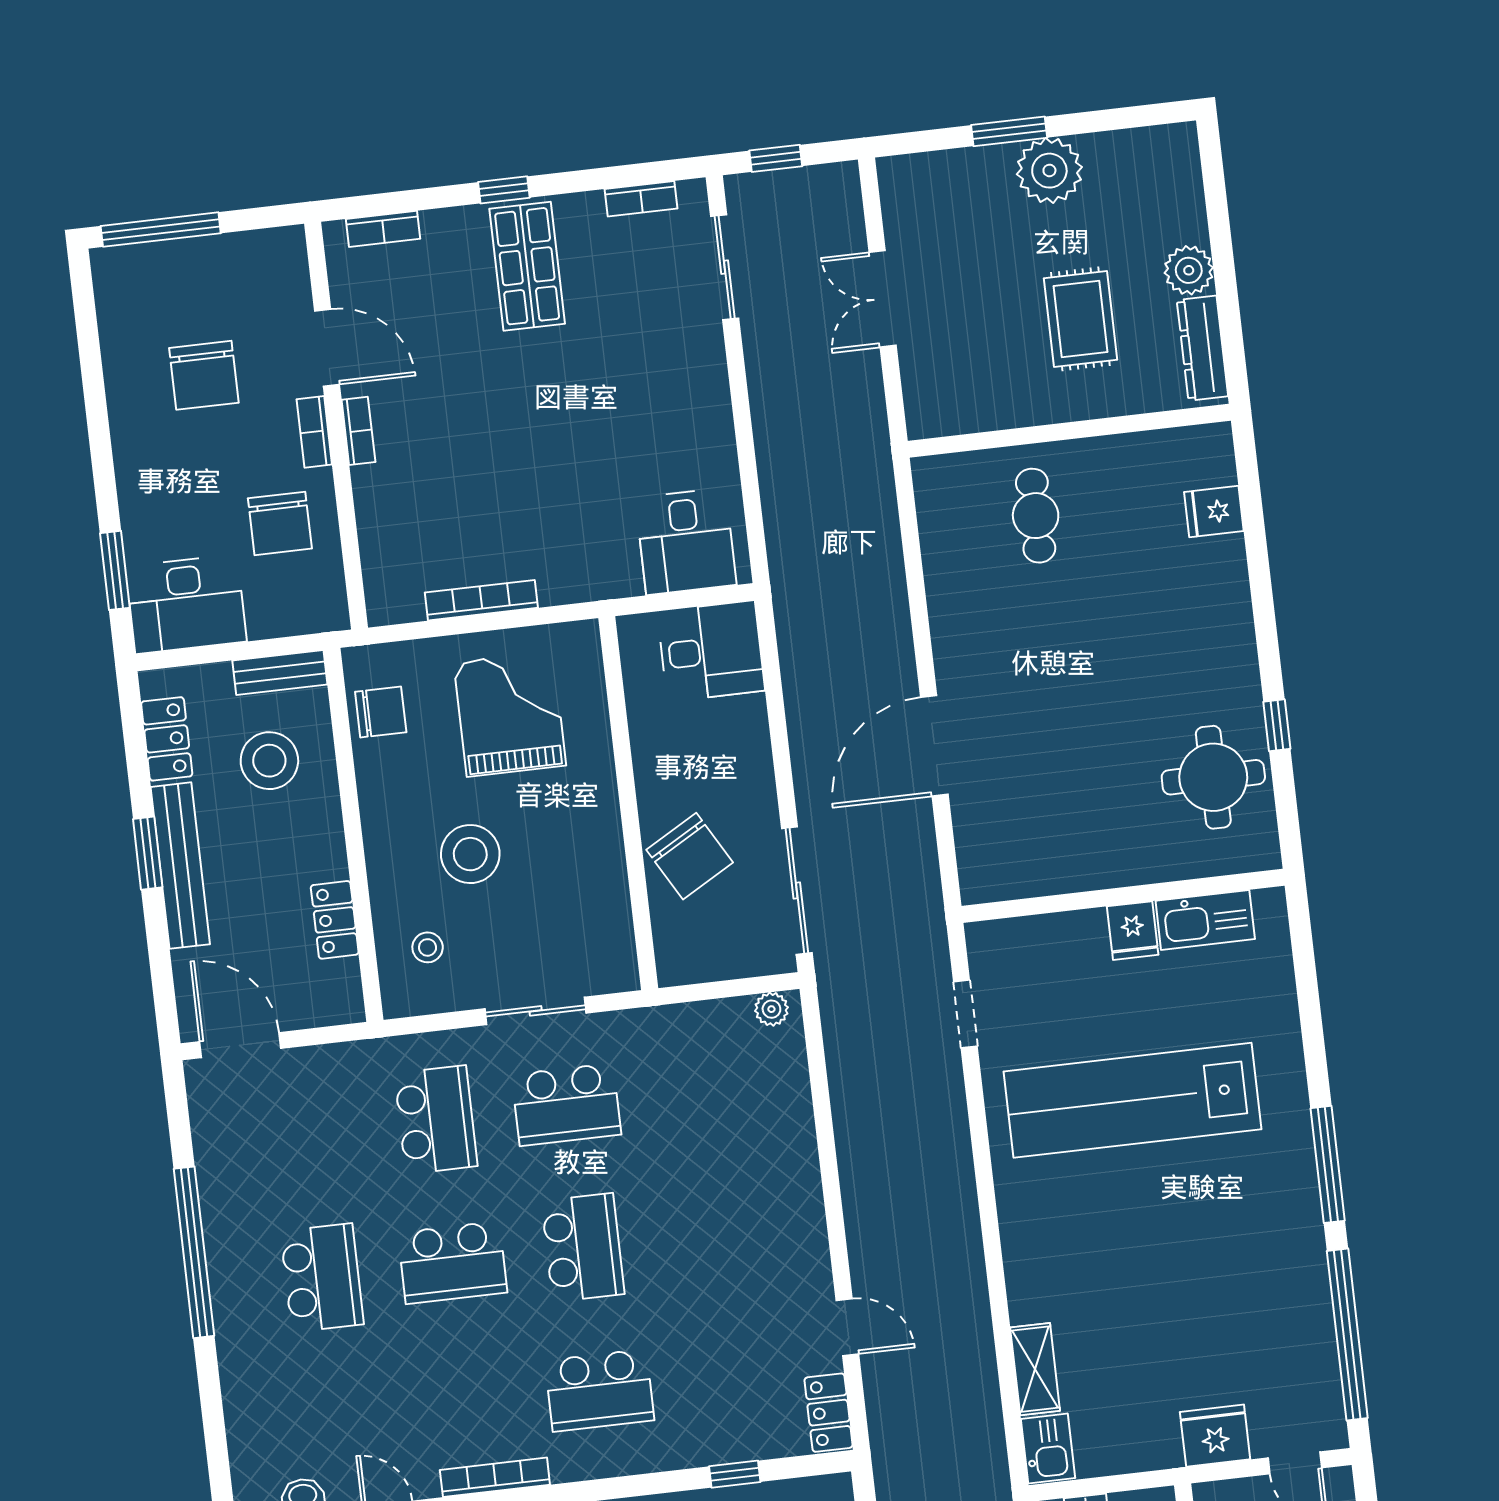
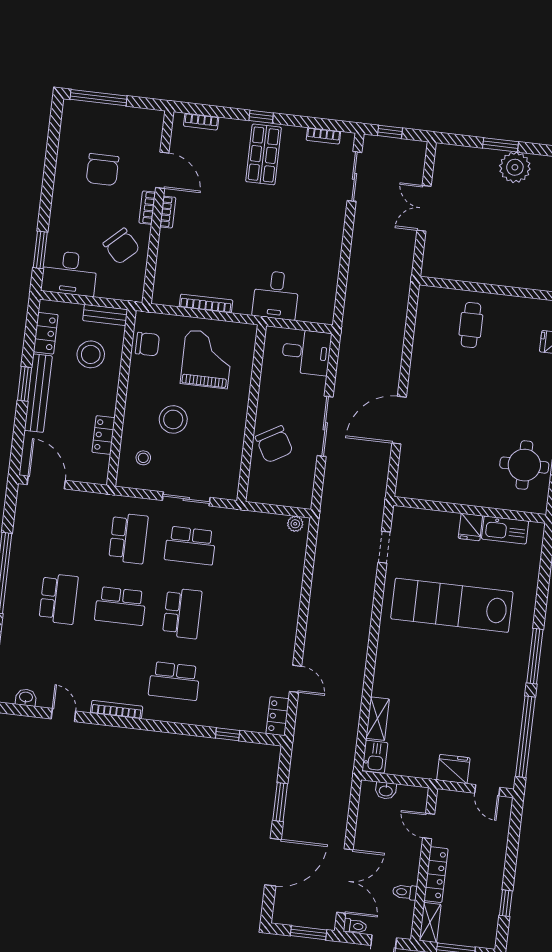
rug: (1081, 319) -> (513, 239), removed
chair: (280, 523) -> (121, 246), turned -43
desk: (686, 541) -> (276, 295), moved
sliding door: (797, 890) -> (325, 426), moved

